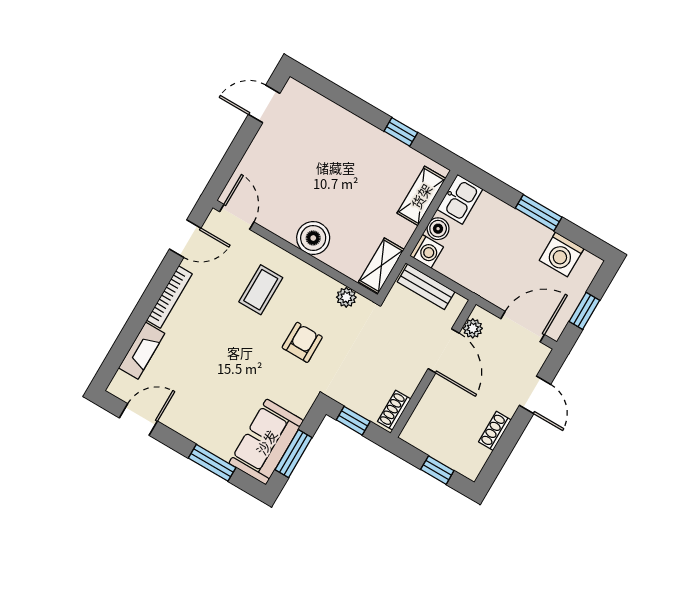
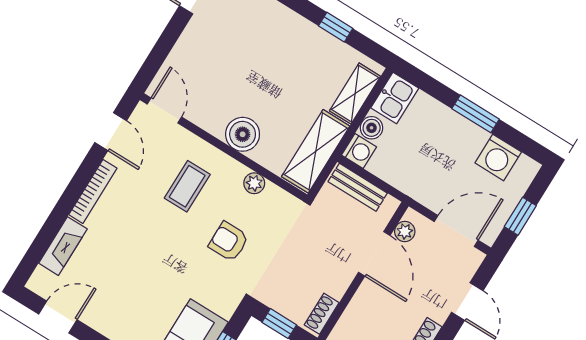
door: (185, 239) -> (111, 132), hinge flipped
shelving: (381, 266) -> (316, 151), width x1.50, depth x1.33
plant: (346, 297) -> (254, 183), moved
armchair: (302, 342) -> (229, 242), turned -90

